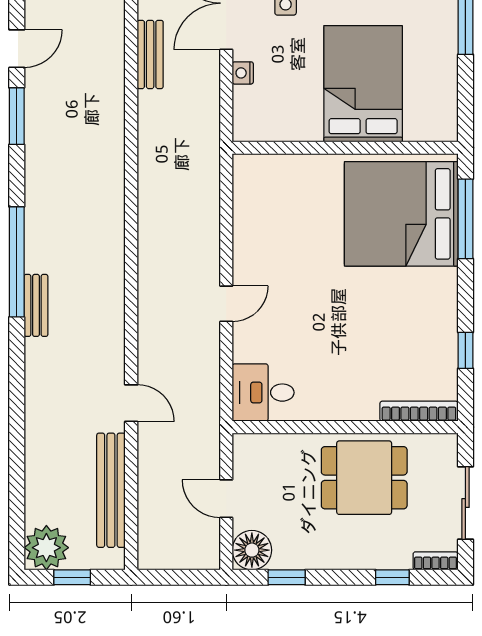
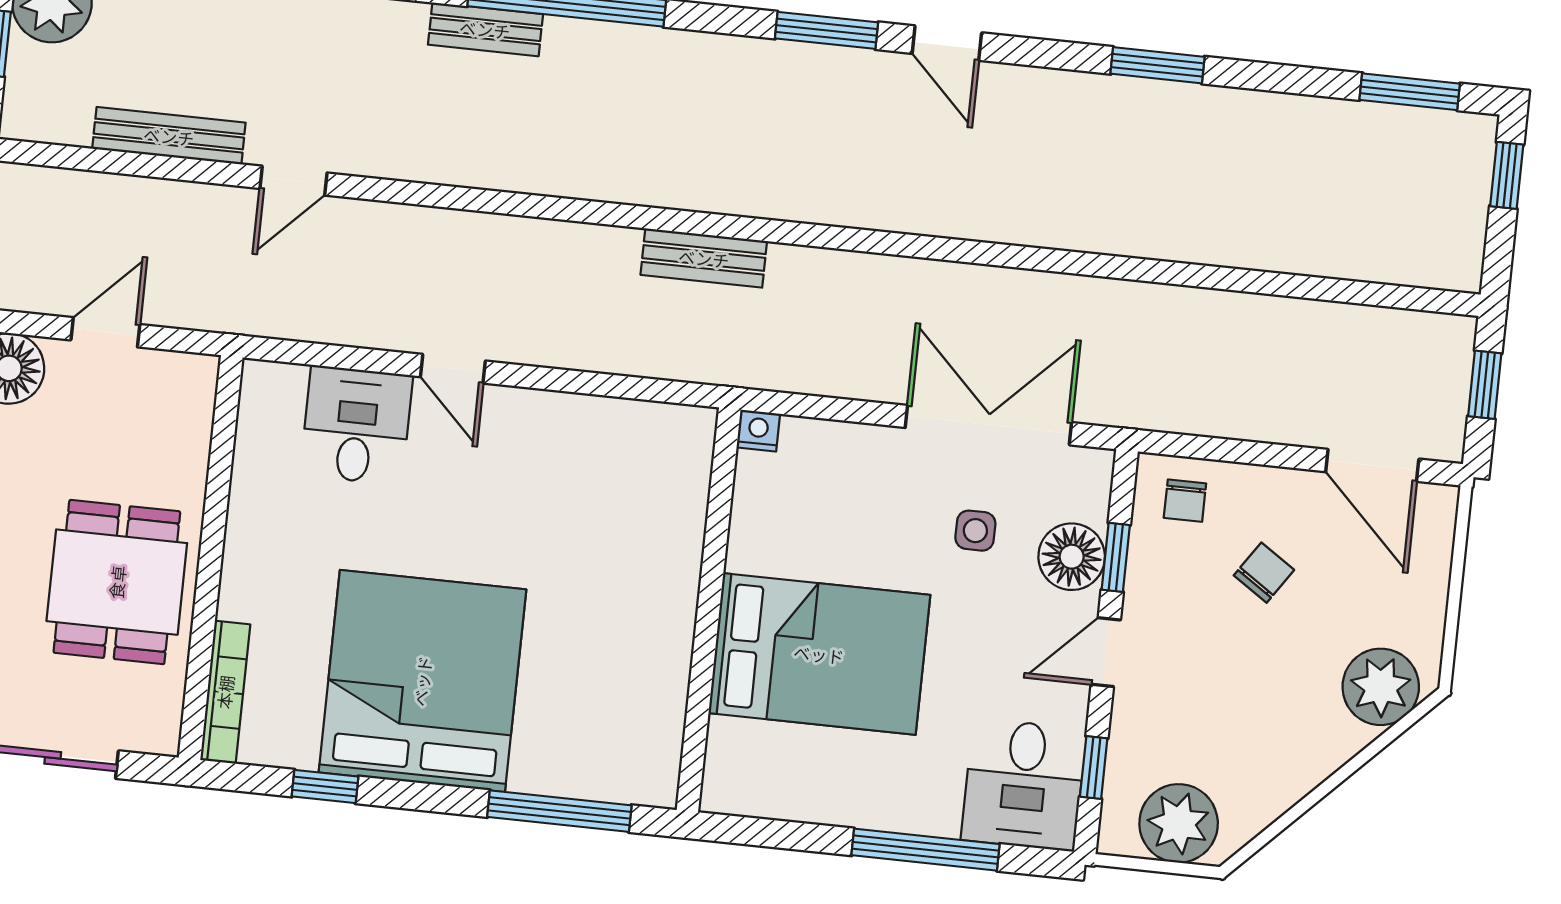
bench: (150, 54) -> (704, 258), moved
nightstand: (243, 73) -> (758, 431), moved
bed: (401, 214) -> (422, 681), moved
desk: (263, 393) -> (356, 425), moved
bench: (111, 490) -> (169, 136), width x0.73, depth x0.82

